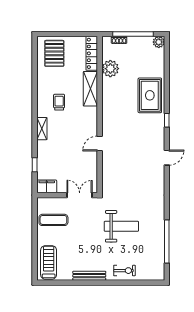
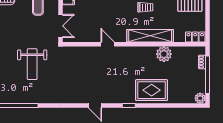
locker: (92, 53) -> (195, 37), width x0.66
plant: (110, 69) -> (164, 54), moved
shelving: (90, 89) -> (150, 36), width x1.47

